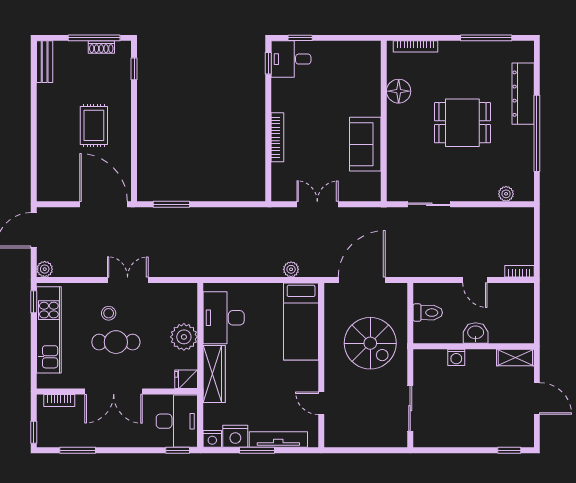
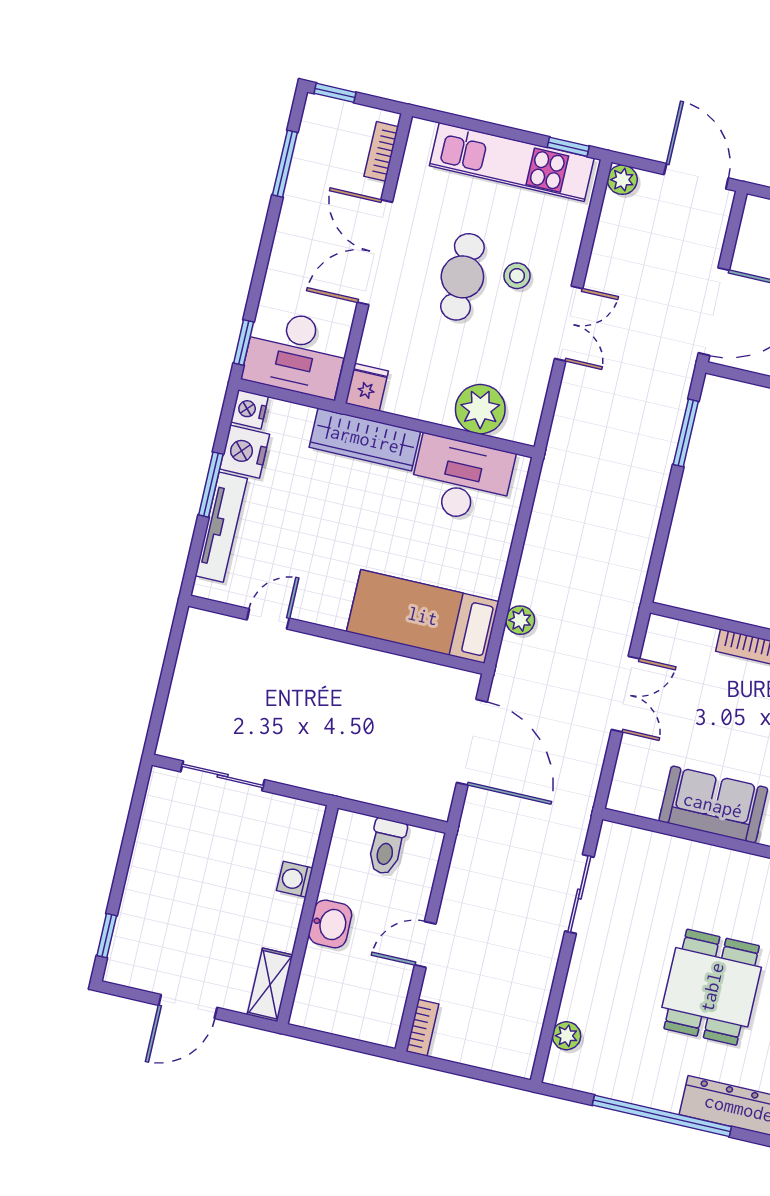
plant: (184, 337) -> (480, 409), moved
spiral stairs: (370, 343) -> (355, 731), removed

